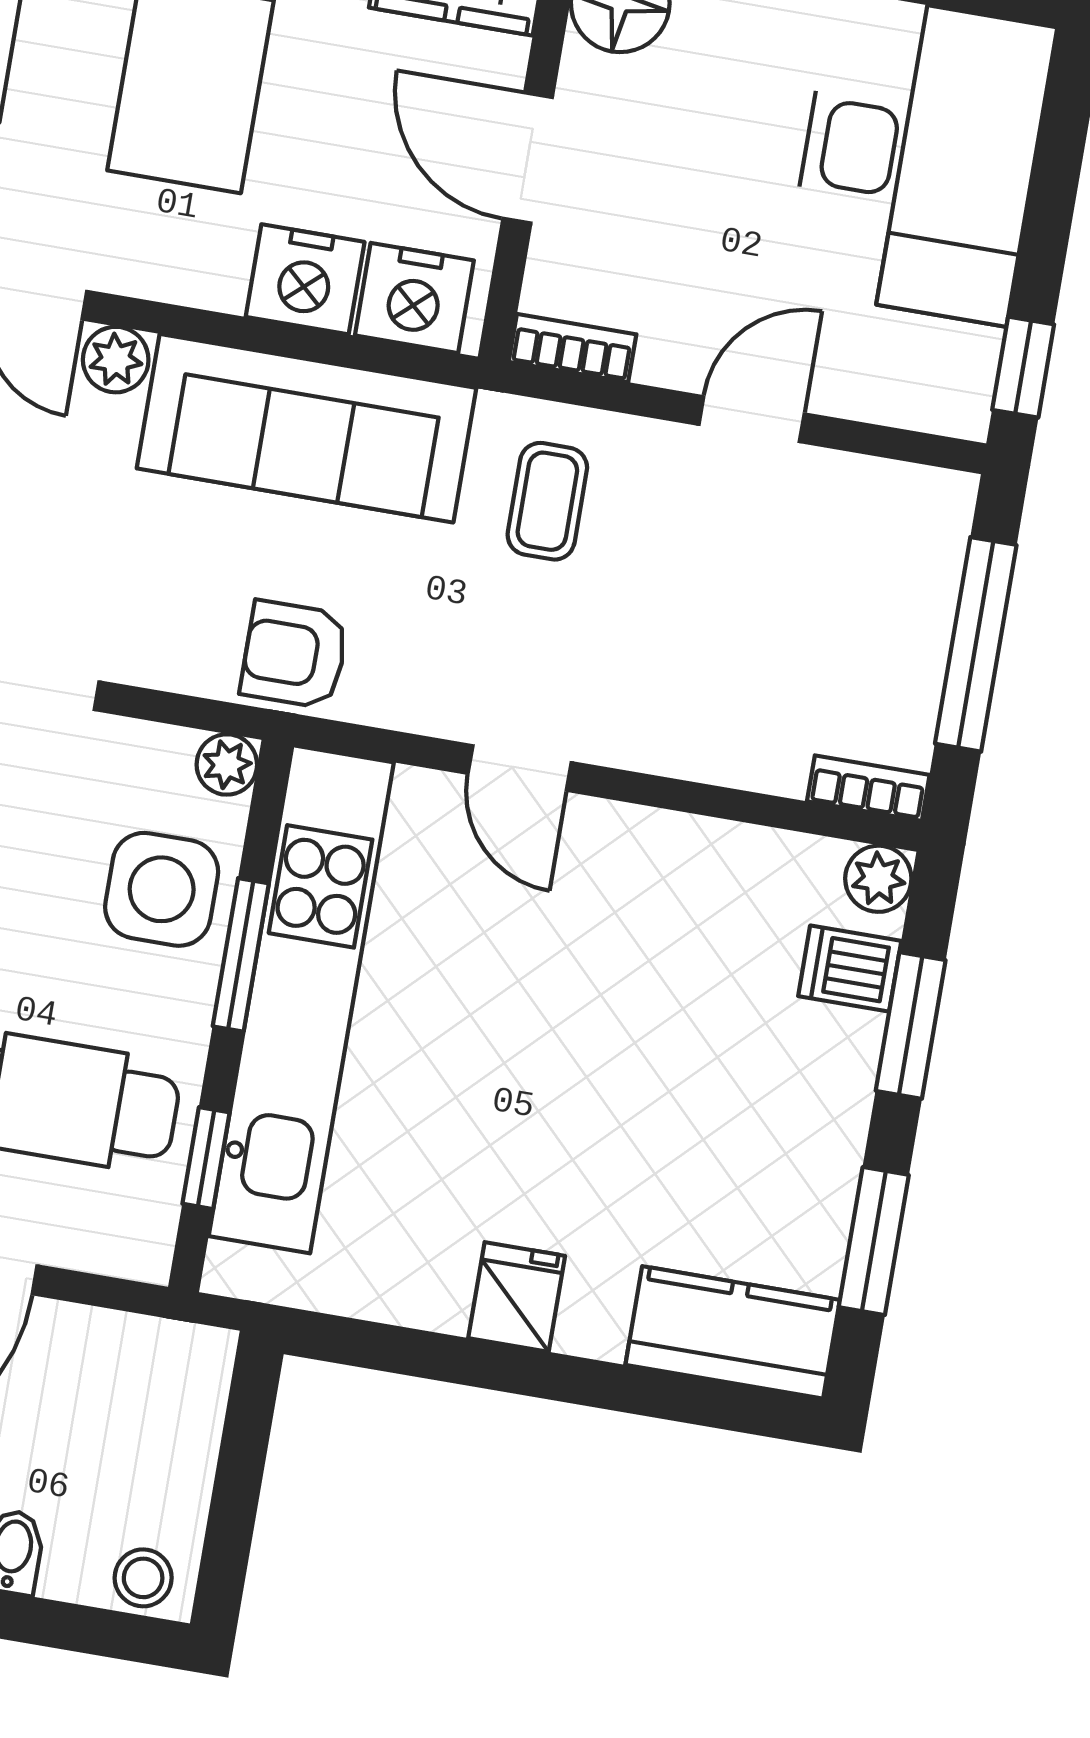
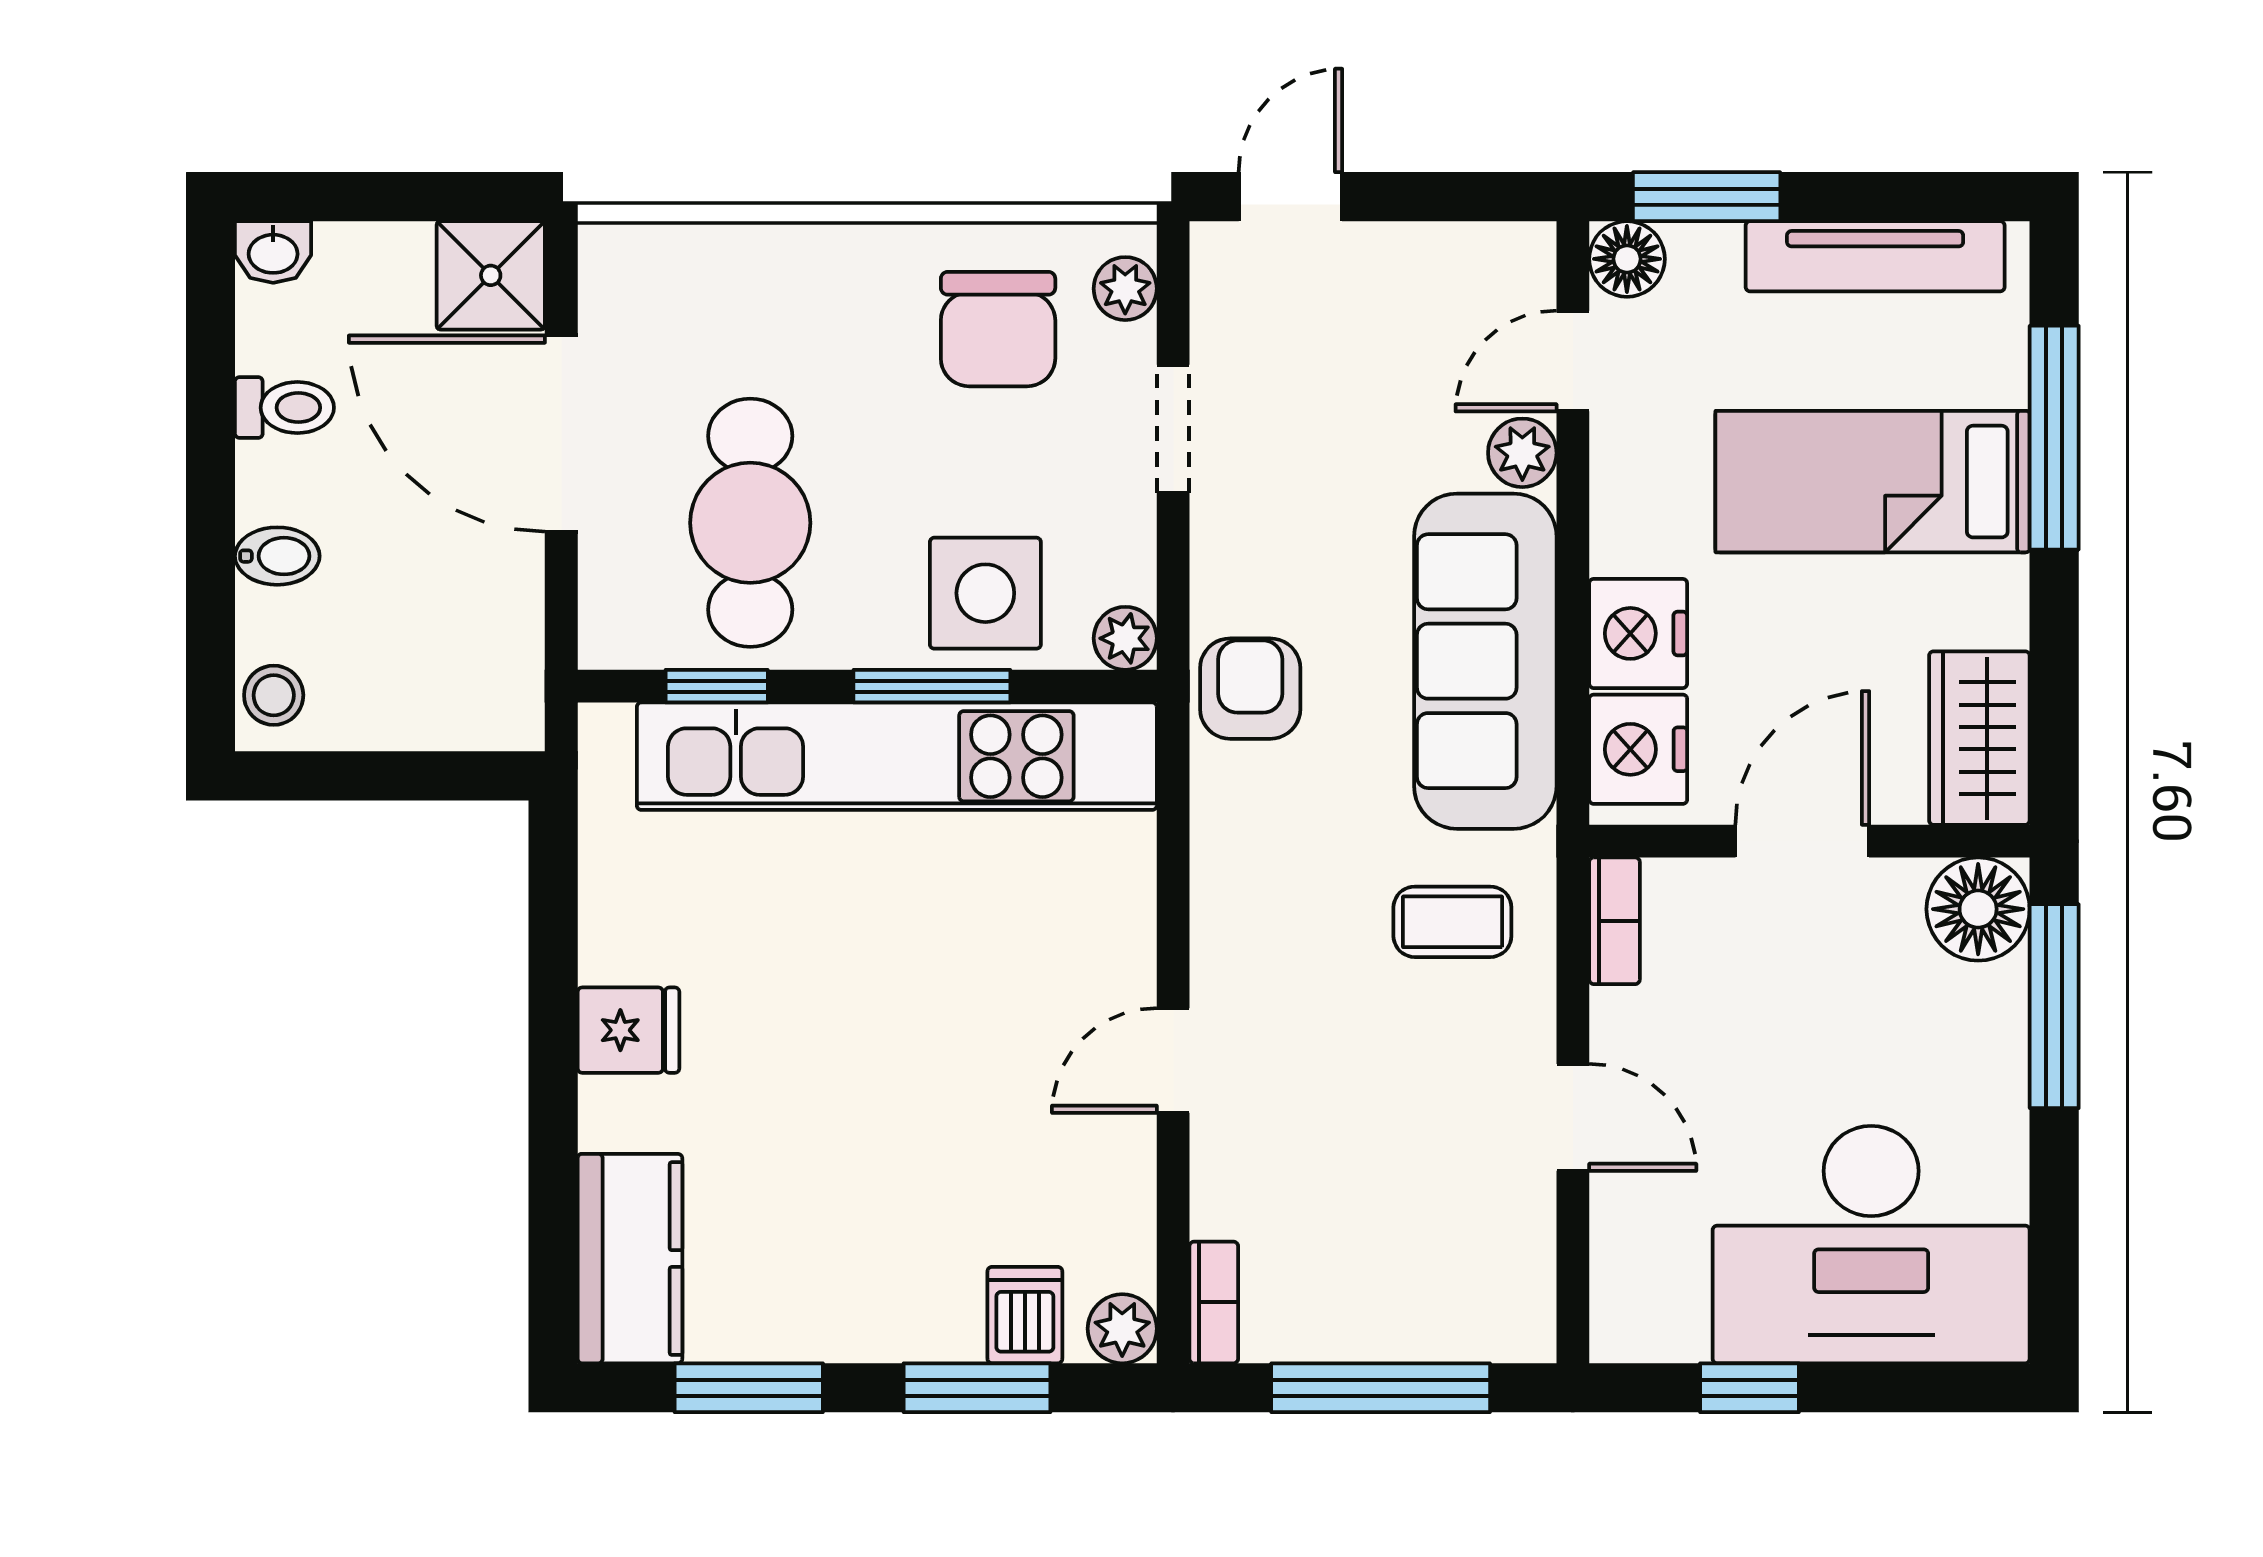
window: (1023, 367) -> (1749, 1388), moved
door: (520, 768) -> (1173, 1061), moved

